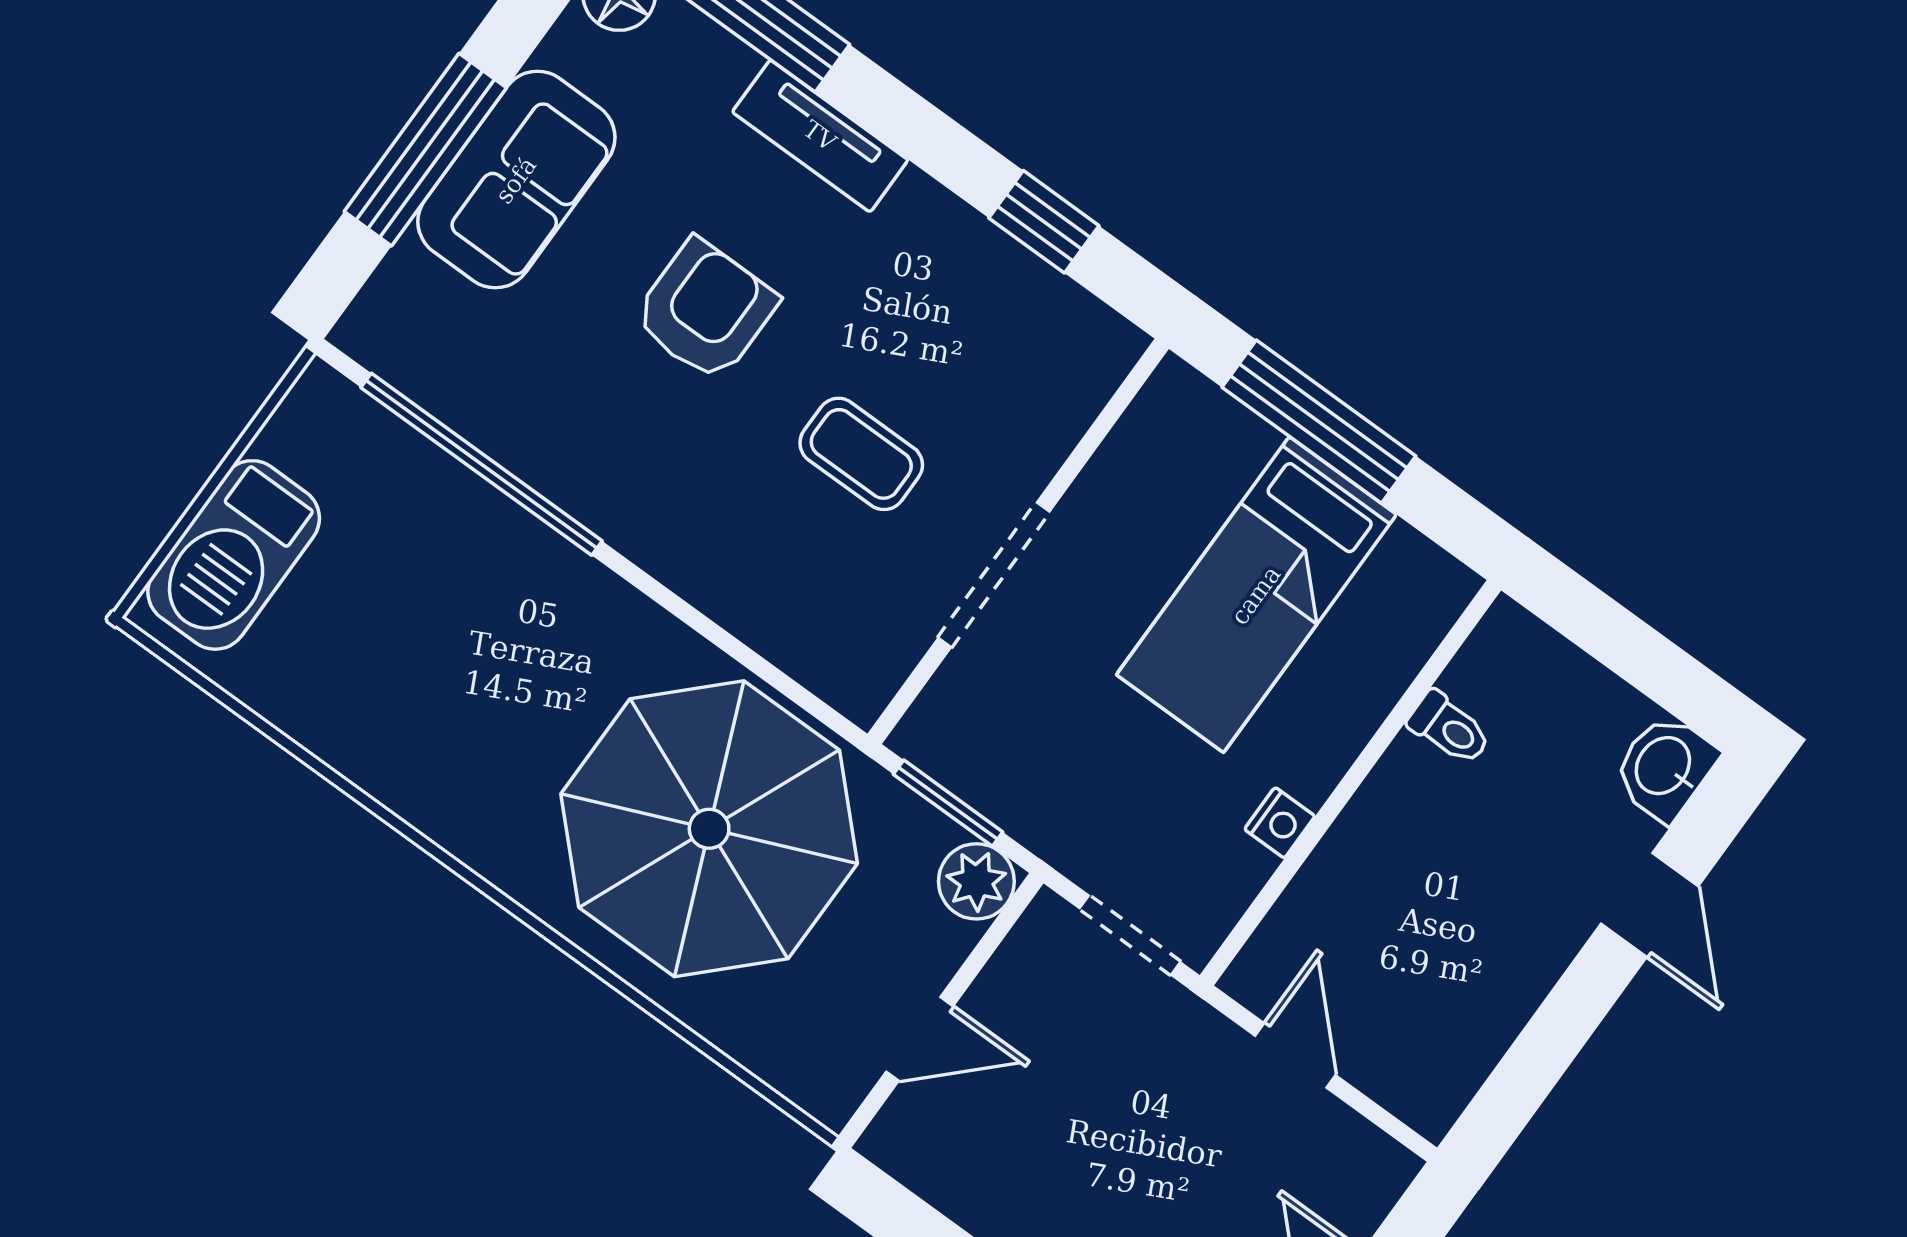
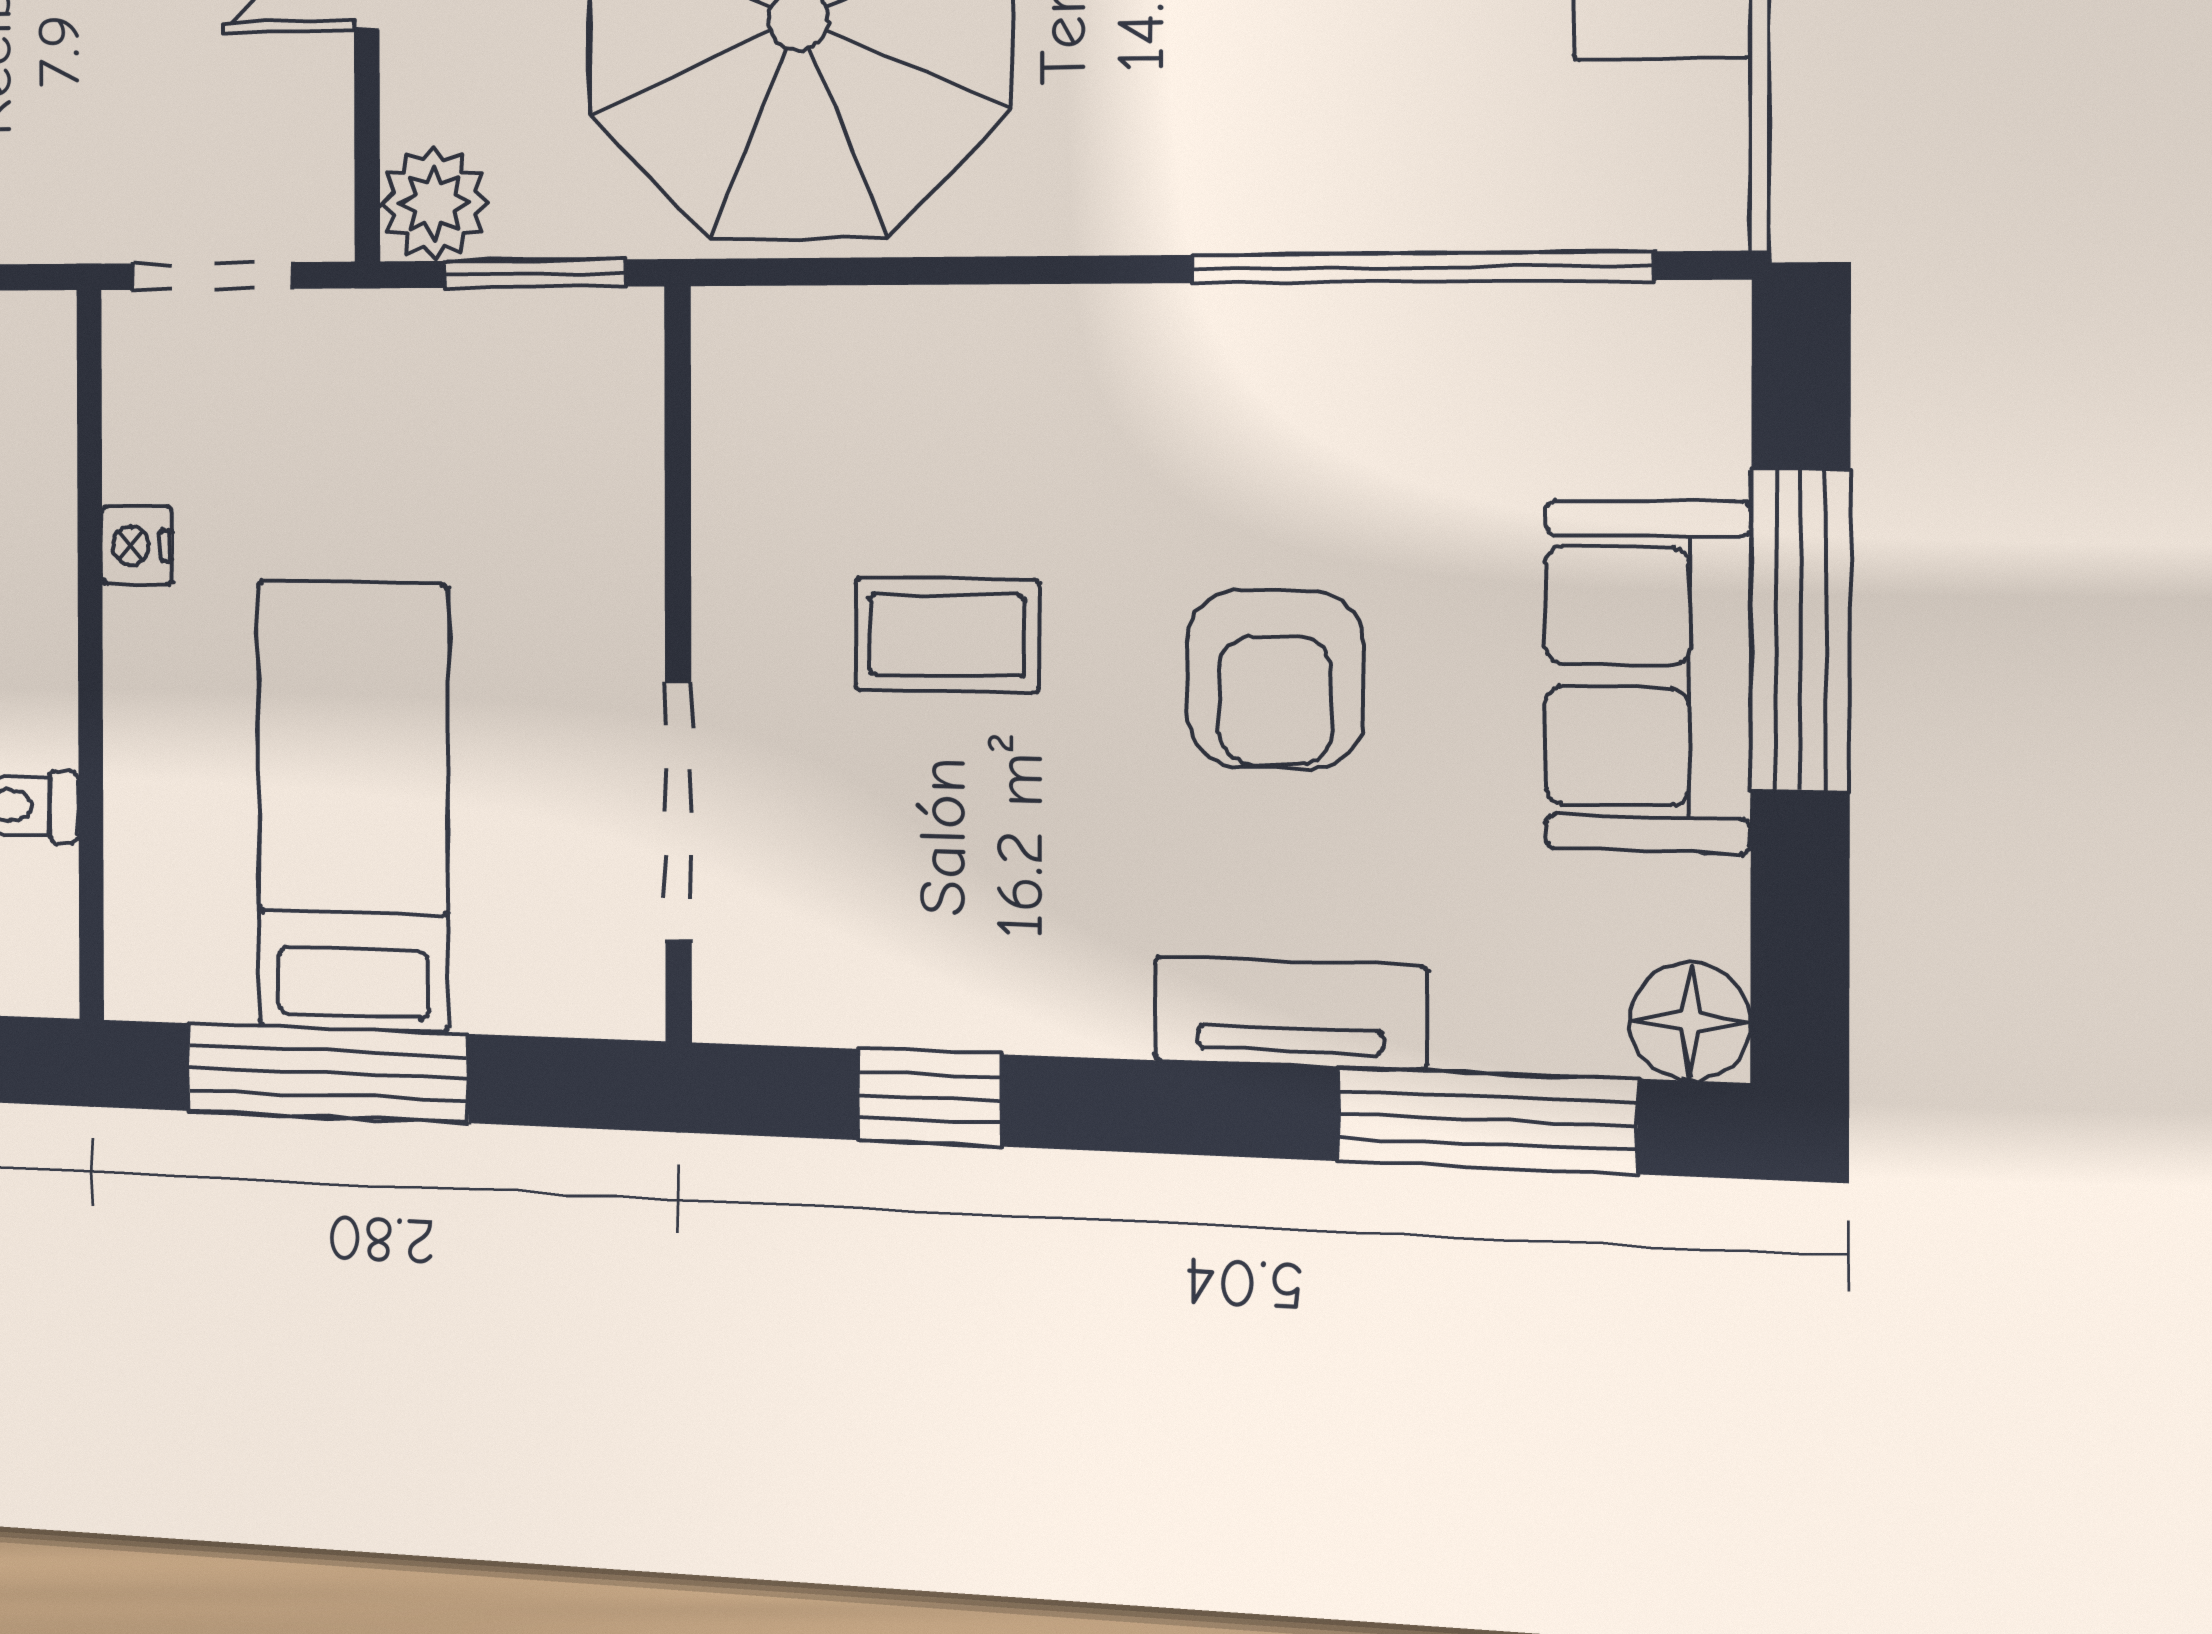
window: (1319, 422) -> (327, 1073), moved
doorway: (994, 575) -> (678, 812), moved

